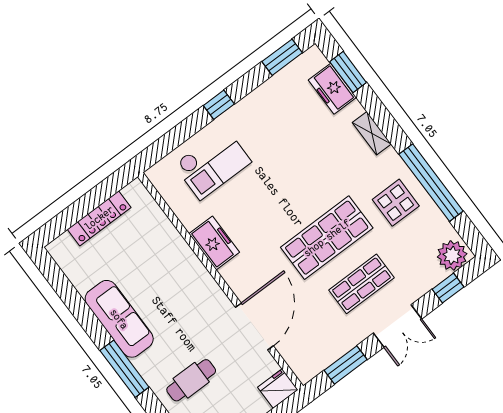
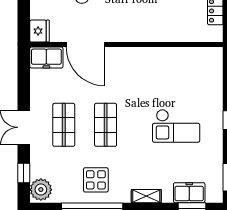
checkout: (212, 163) -> (176, 126), moved, turned -90
shop shelf: (327, 238) -> (106, 125), width x0.70, depth x0.74
freezer: (214, 243) -> (46, 58), moved
window: (346, 365) -> (24, 81), removed

